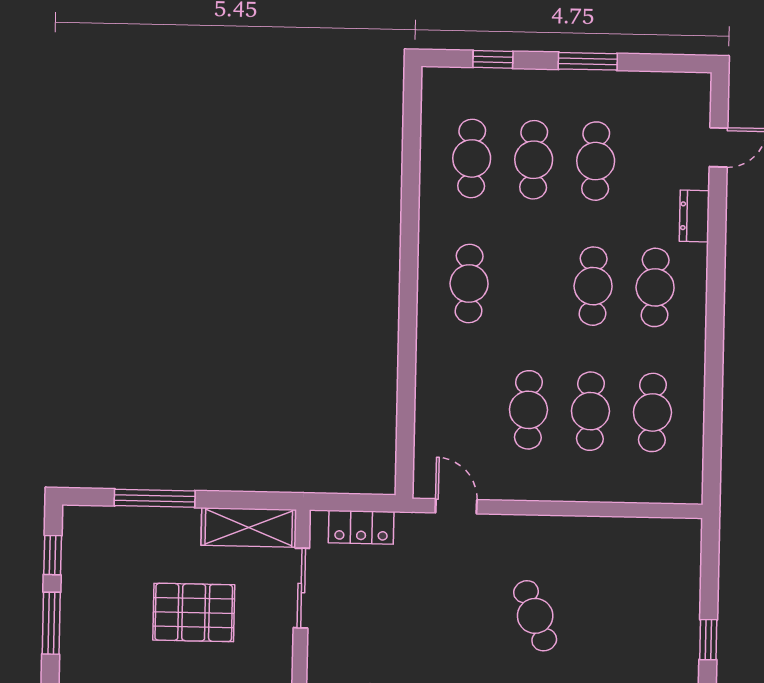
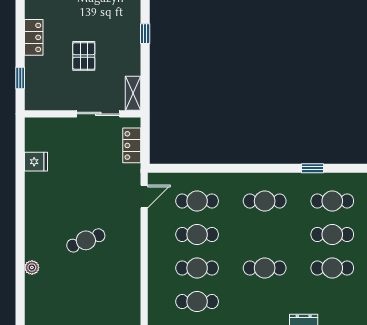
window: (410, 194) -> (313, 168), added
cafe table: (655, 287) -> (197, 201), moved
window: (155, 498) -> (145, 34), width x0.46
shelving: (249, 527) -> (133, 93), width x0.67, depth x0.75
pallet: (194, 612) -> (84, 56), width x0.67, depth x0.71

